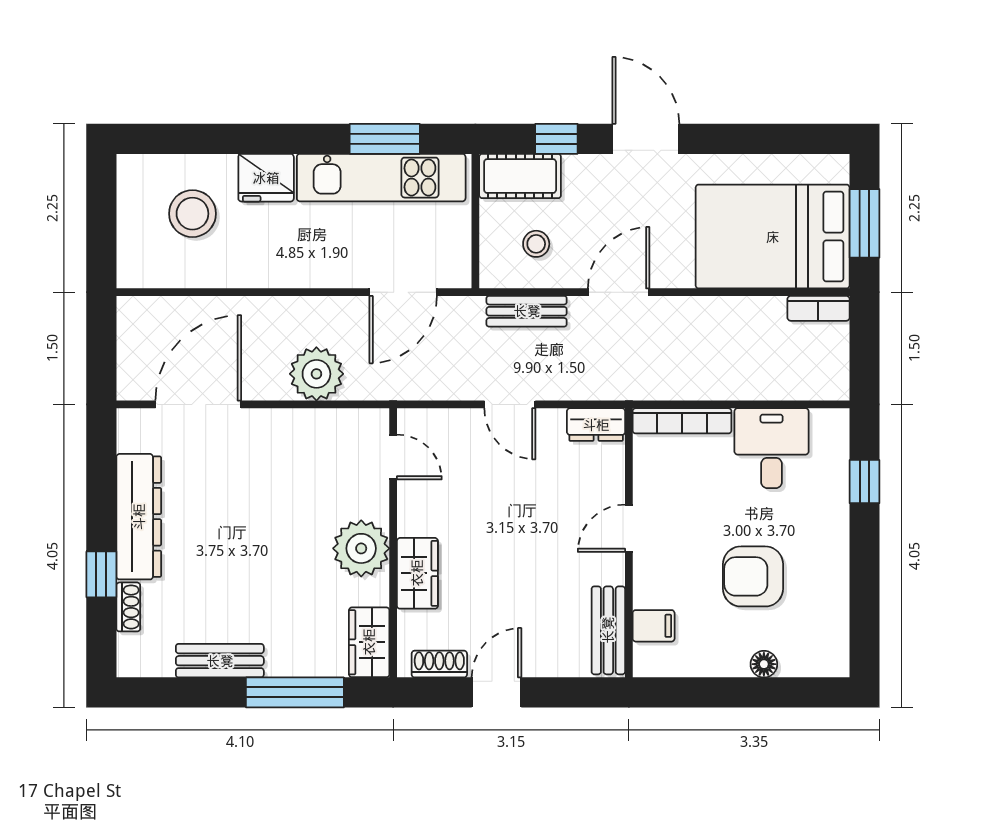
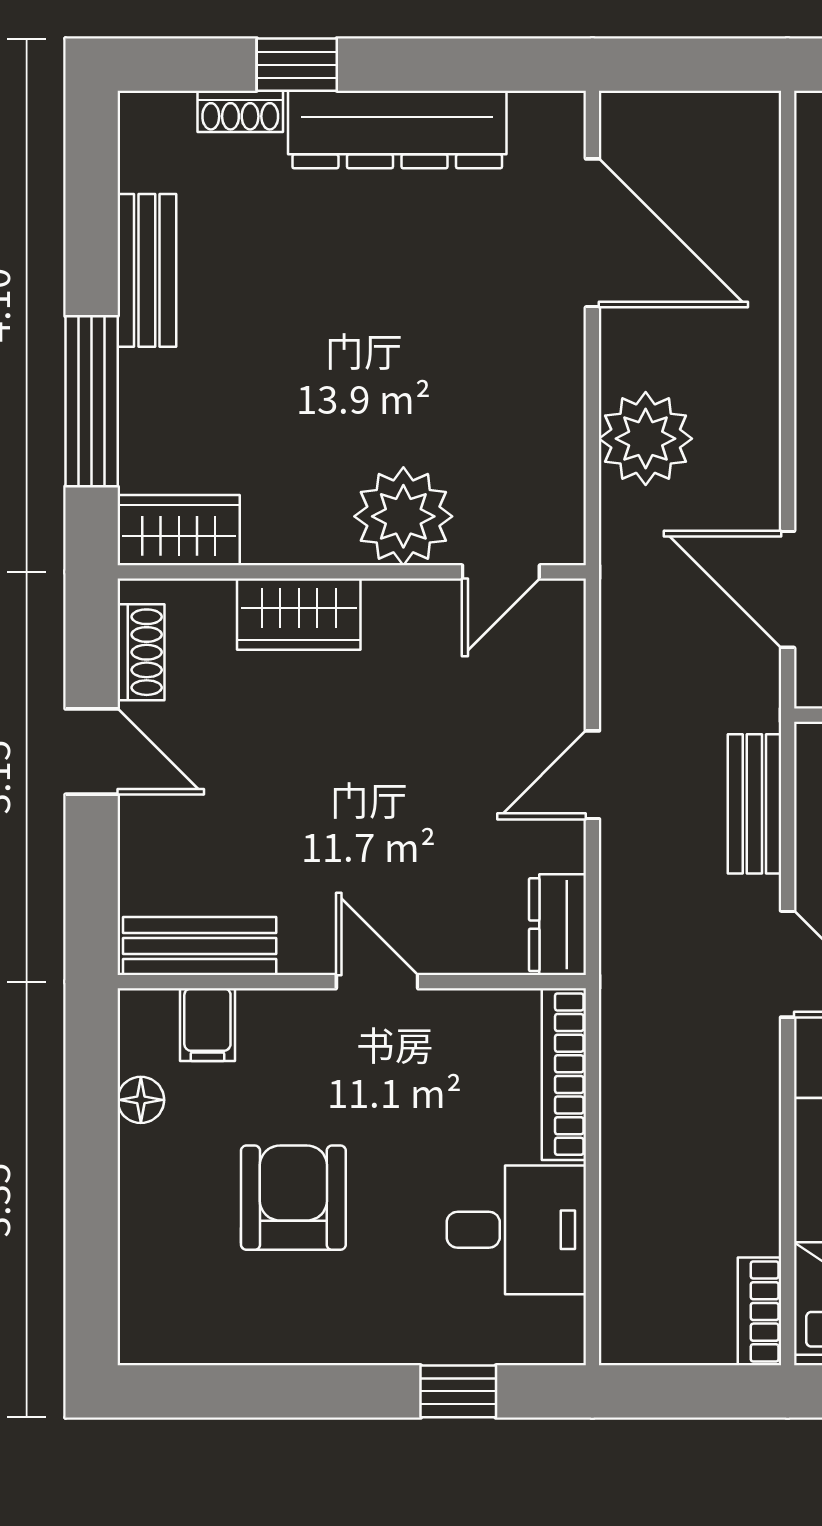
plant: (361, 548) -> (403, 516), moved
floor lamp: (764, 664) -> (141, 1100), moved

